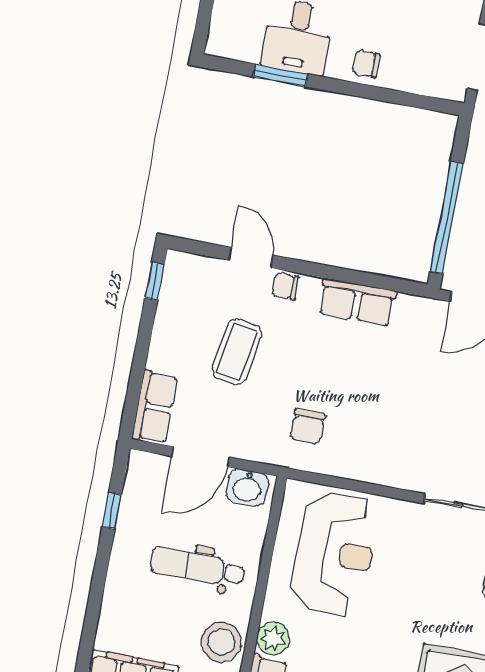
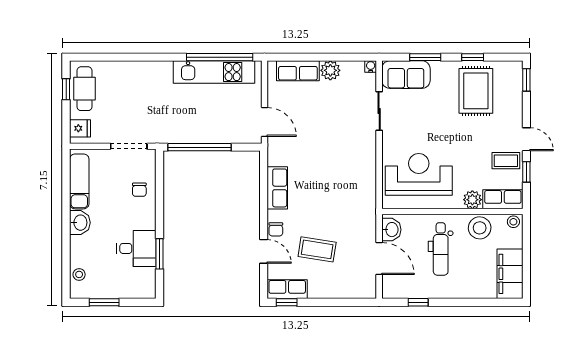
chair: (366, 64) -> (139, 190), moved
window: (447, 218) -> (200, 147), moved
door: (251, 258) -> (264, 251), swing flipped
row of seats: (155, 407) -> (287, 289), moved
chair: (307, 427) -> (351, 203), removed

